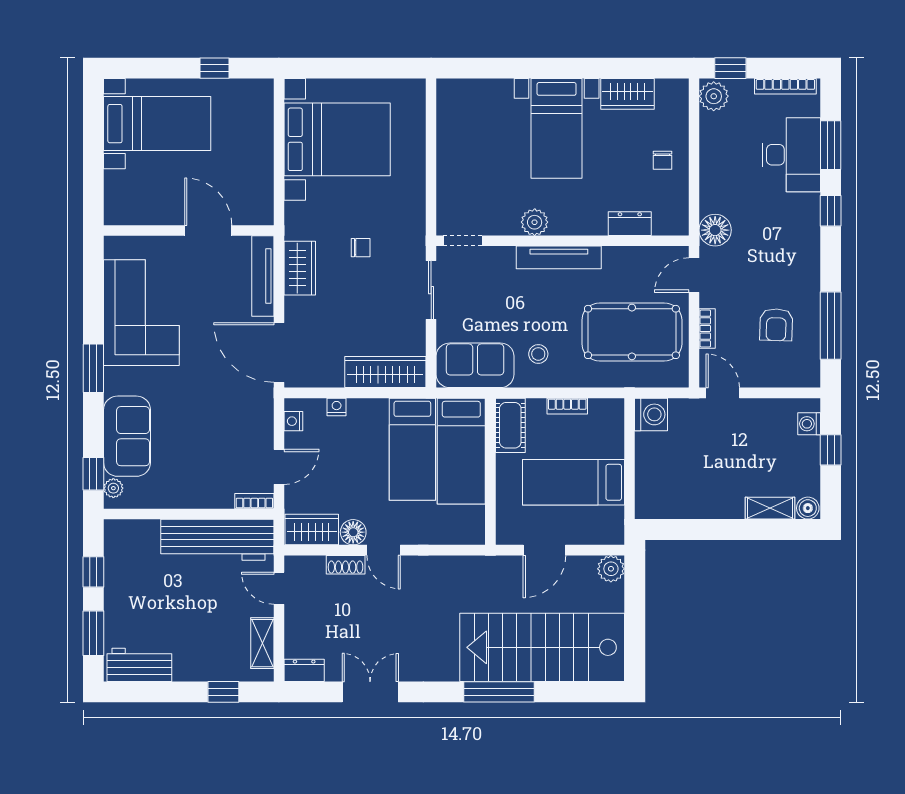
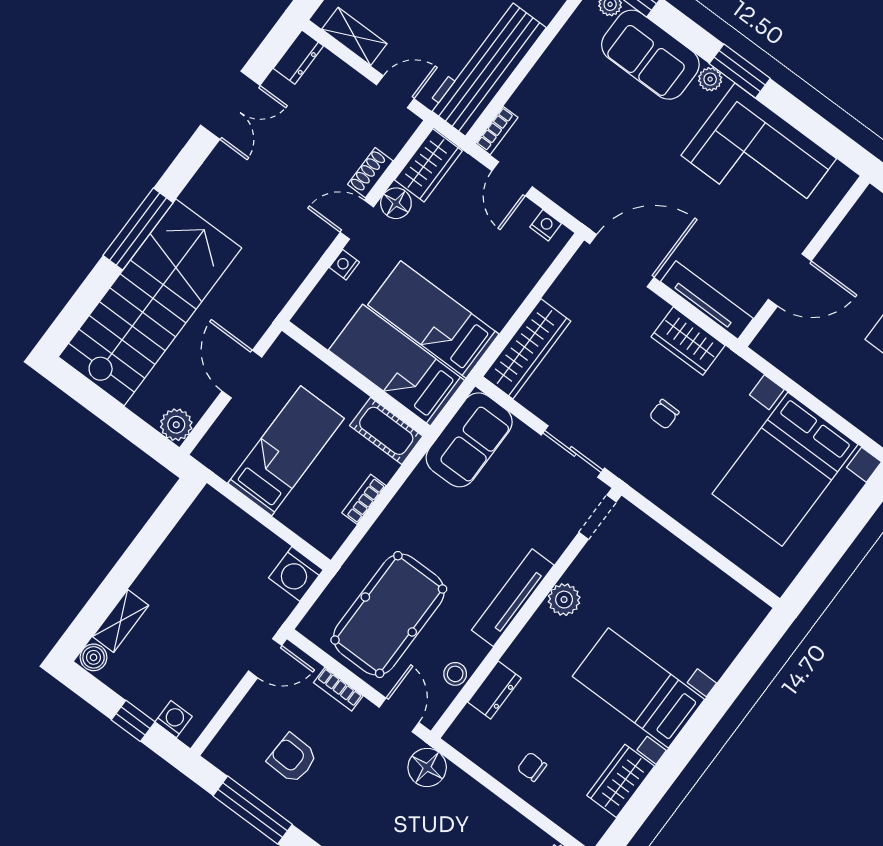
stool: (538, 354) -> (455, 674), moved
plant: (114, 384) -> (710, 79), added
nightstand: (337, 407) -> (344, 265), moved, turned 180

